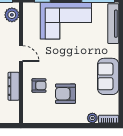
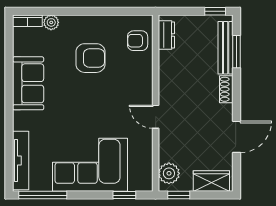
armchair: (39, 85) -> (138, 41), moved
dresser: (14, 86) -> (166, 35), moved, width x0.70

